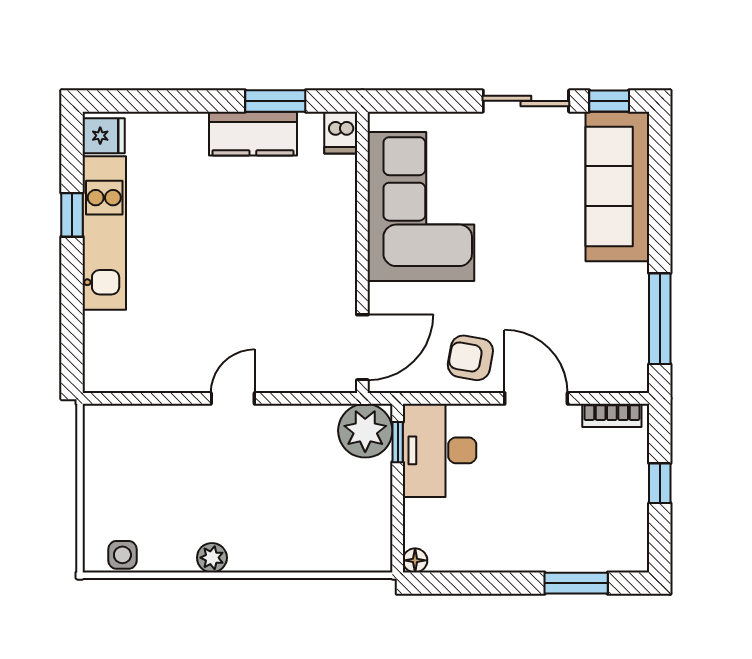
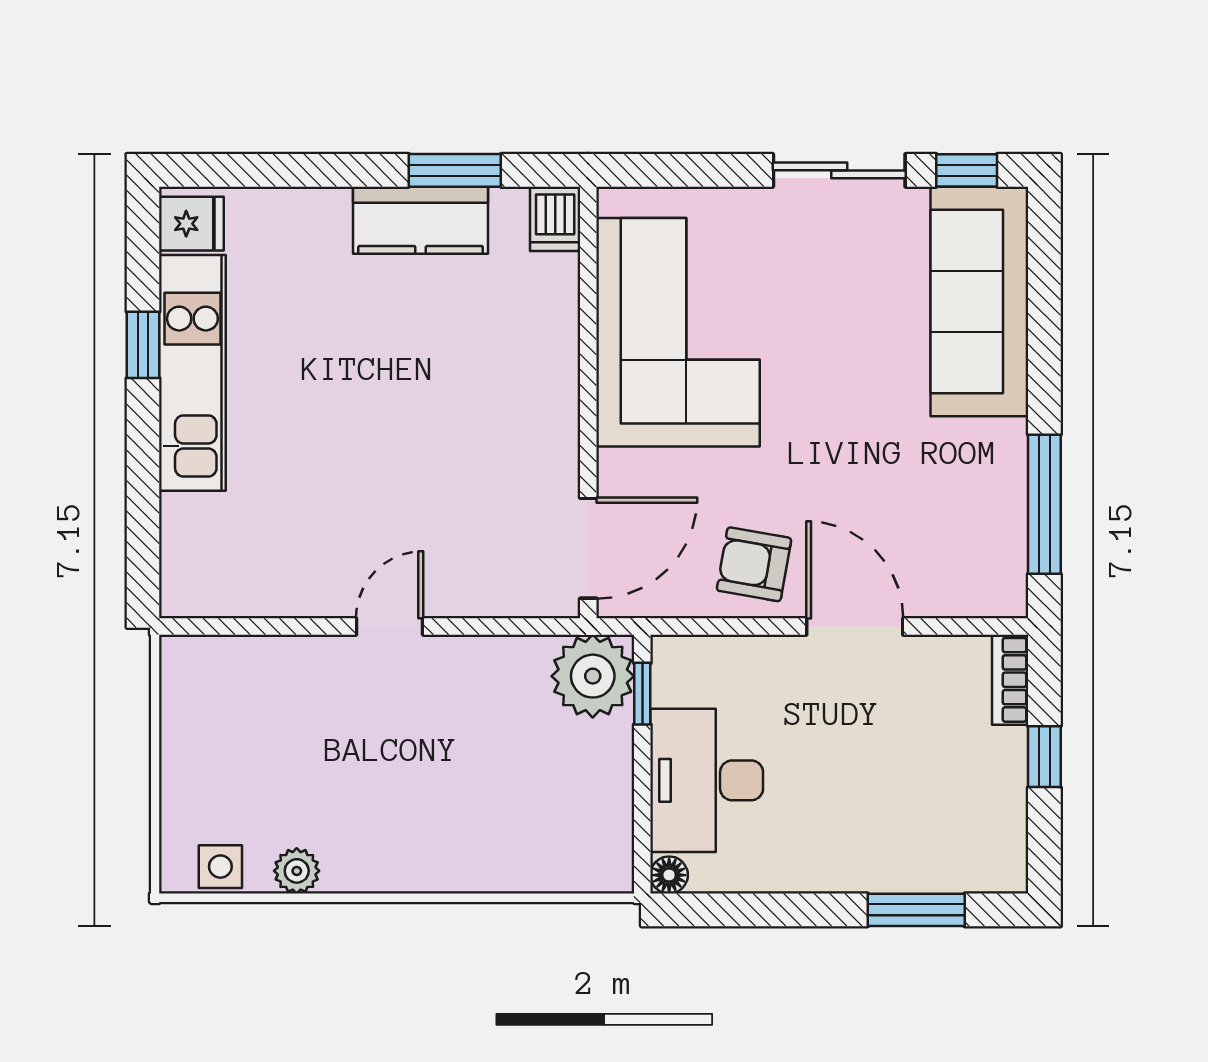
bookcase: (612, 415) -> (1010, 680), moved, turned 90
desk: (440, 450) -> (707, 780), moved
plant: (212, 558) -> (297, 871), moved

